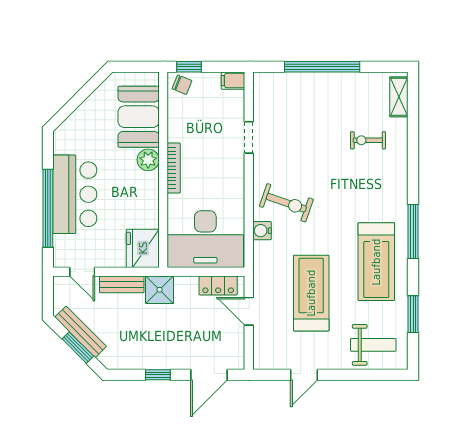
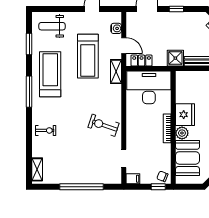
doorway: (249, 137) -> (124, 159), moved
exercise bike: (368, 140) -> (46, 130), moved
exercise bike: (286, 203) -> (103, 125), moved
water cooler: (262, 231) -> (116, 28), moved
fridge: (143, 248) -> (185, 115), moved
shelving: (262, 266) -> (116, 72), added

